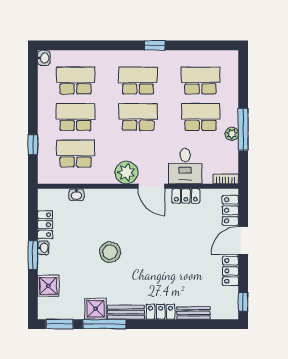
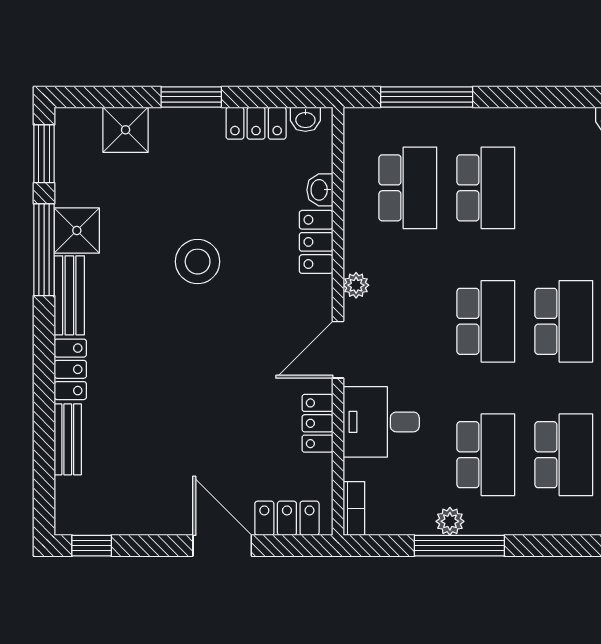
school desk: (75, 81) -> (564, 188), removed
window: (33, 145) -> (427, 97), width x2.17
plant: (126, 173) -> (356, 285), width x0.53, depth x0.53
washbasin: (43, 248) -> (305, 119), moved
locker: (230, 271) -> (316, 242), moved, turned -90

